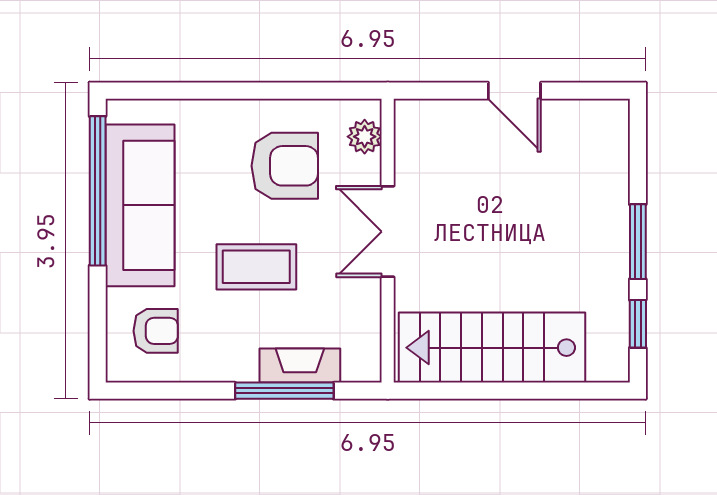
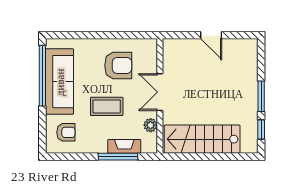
plant: (365, 137) -> (151, 125), moved

